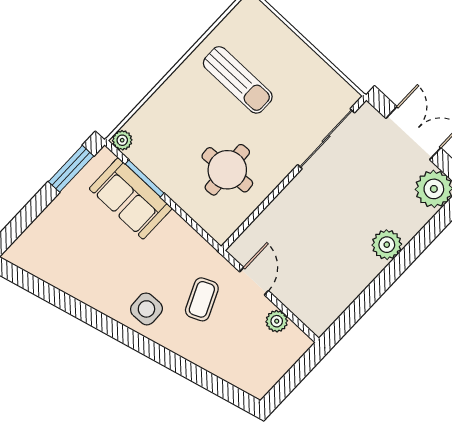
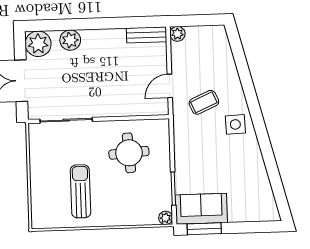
sofa: (131, 198) -> (201, 209), moved, turned -90
plant: (387, 245) -> (70, 40), moved
bench: (331, 310) -> (146, 35), added
plant: (277, 321) -> (177, 34), moved

